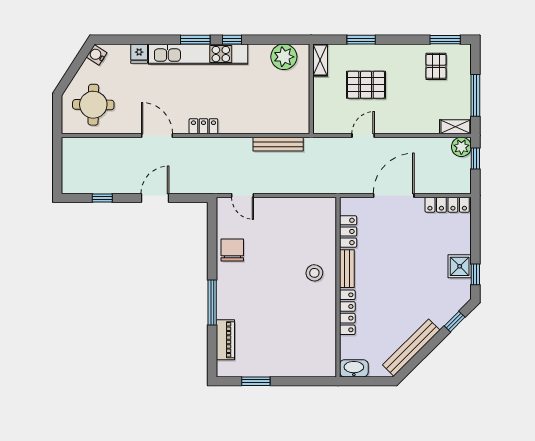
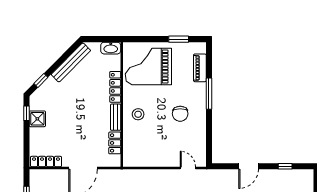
chair: (232, 250) -> (180, 114), moved
grand piano: (299, 342) -> (148, 67), added

